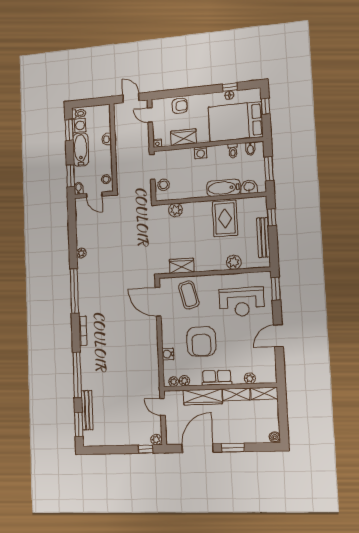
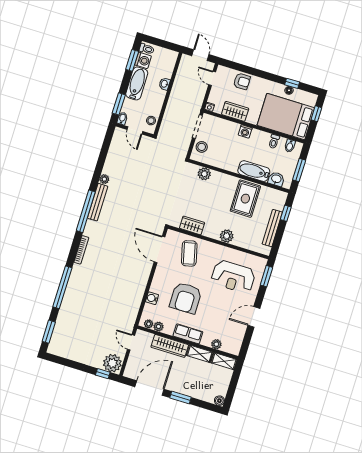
plant: (234, 262) -> (227, 236), moved
bench: (87, 410) -> (98, 202), moved
plant: (156, 440) -> (112, 363), width x1.88, depth x1.88

